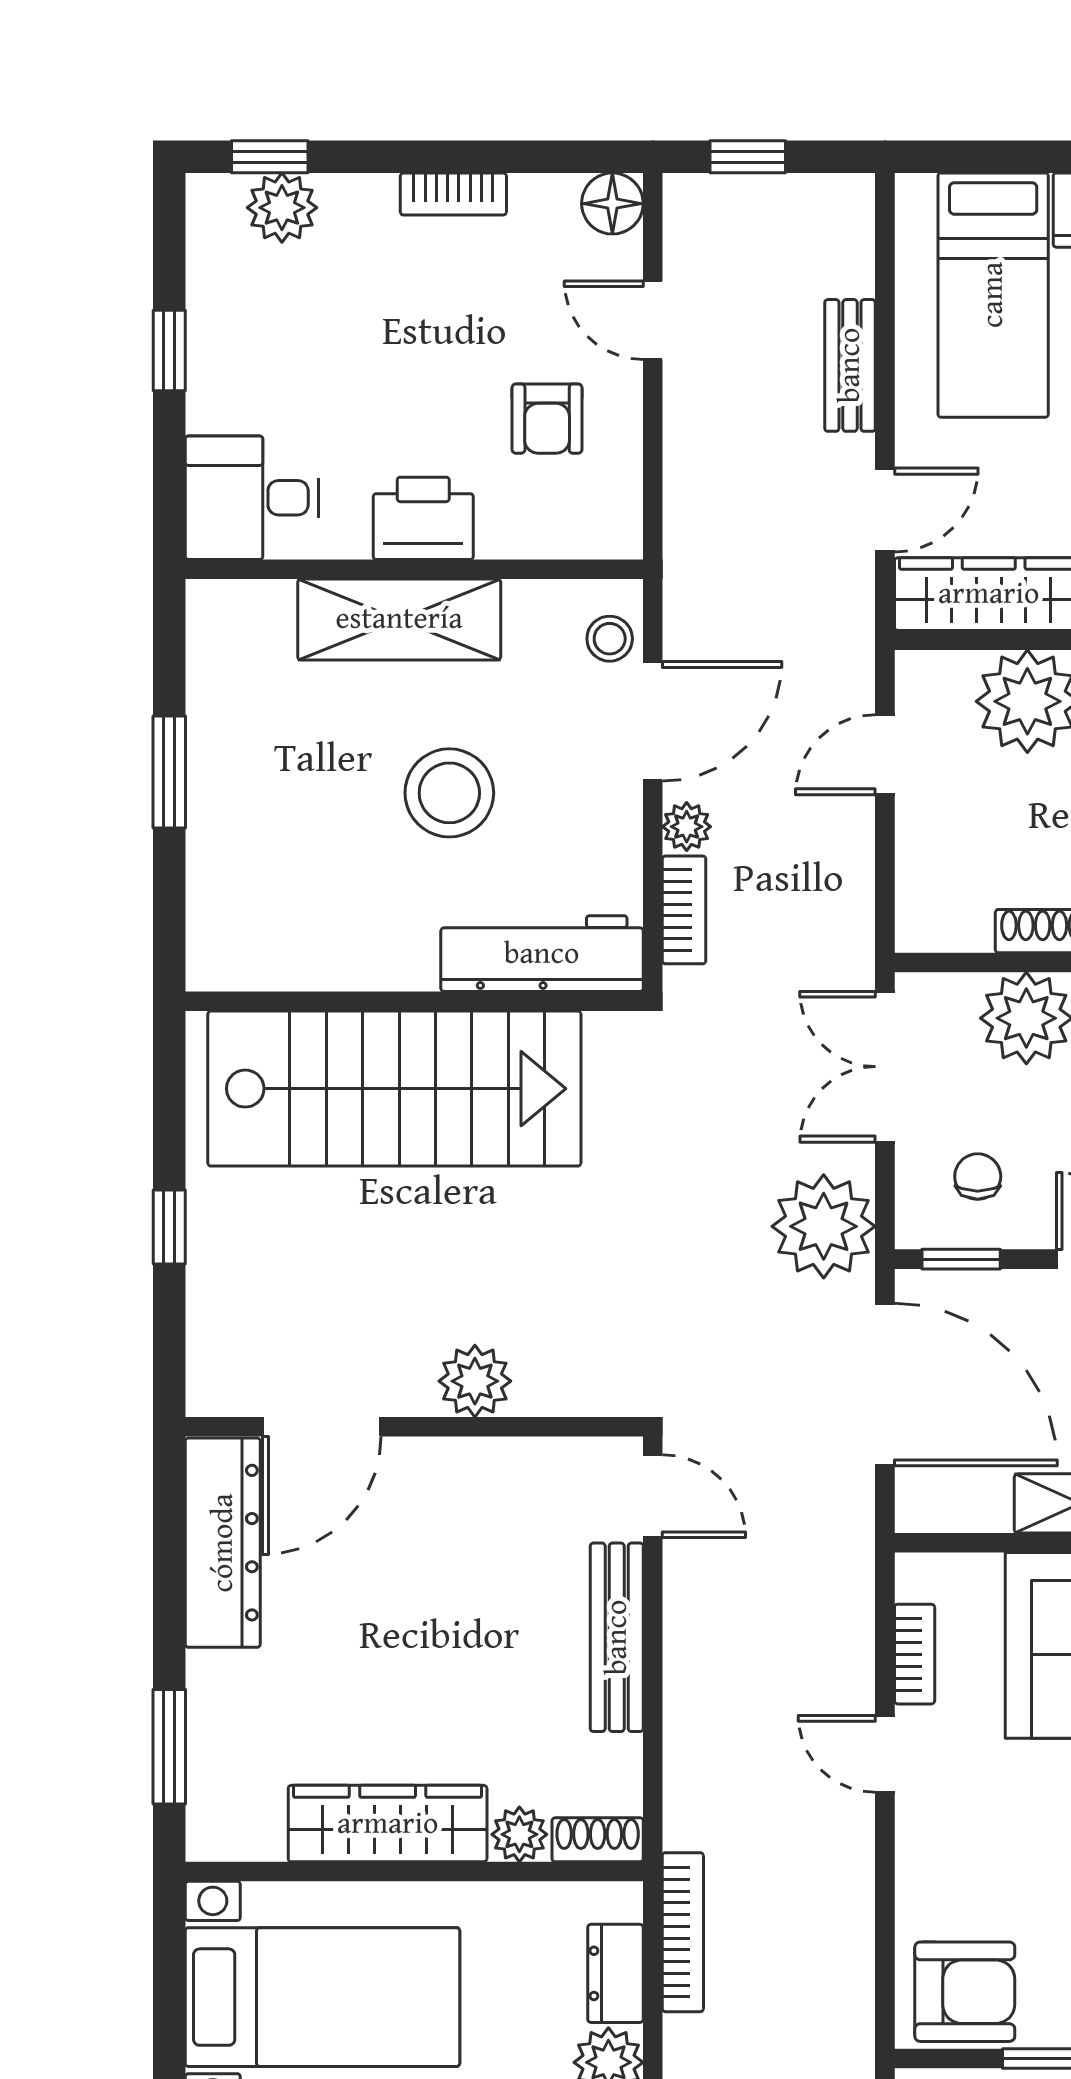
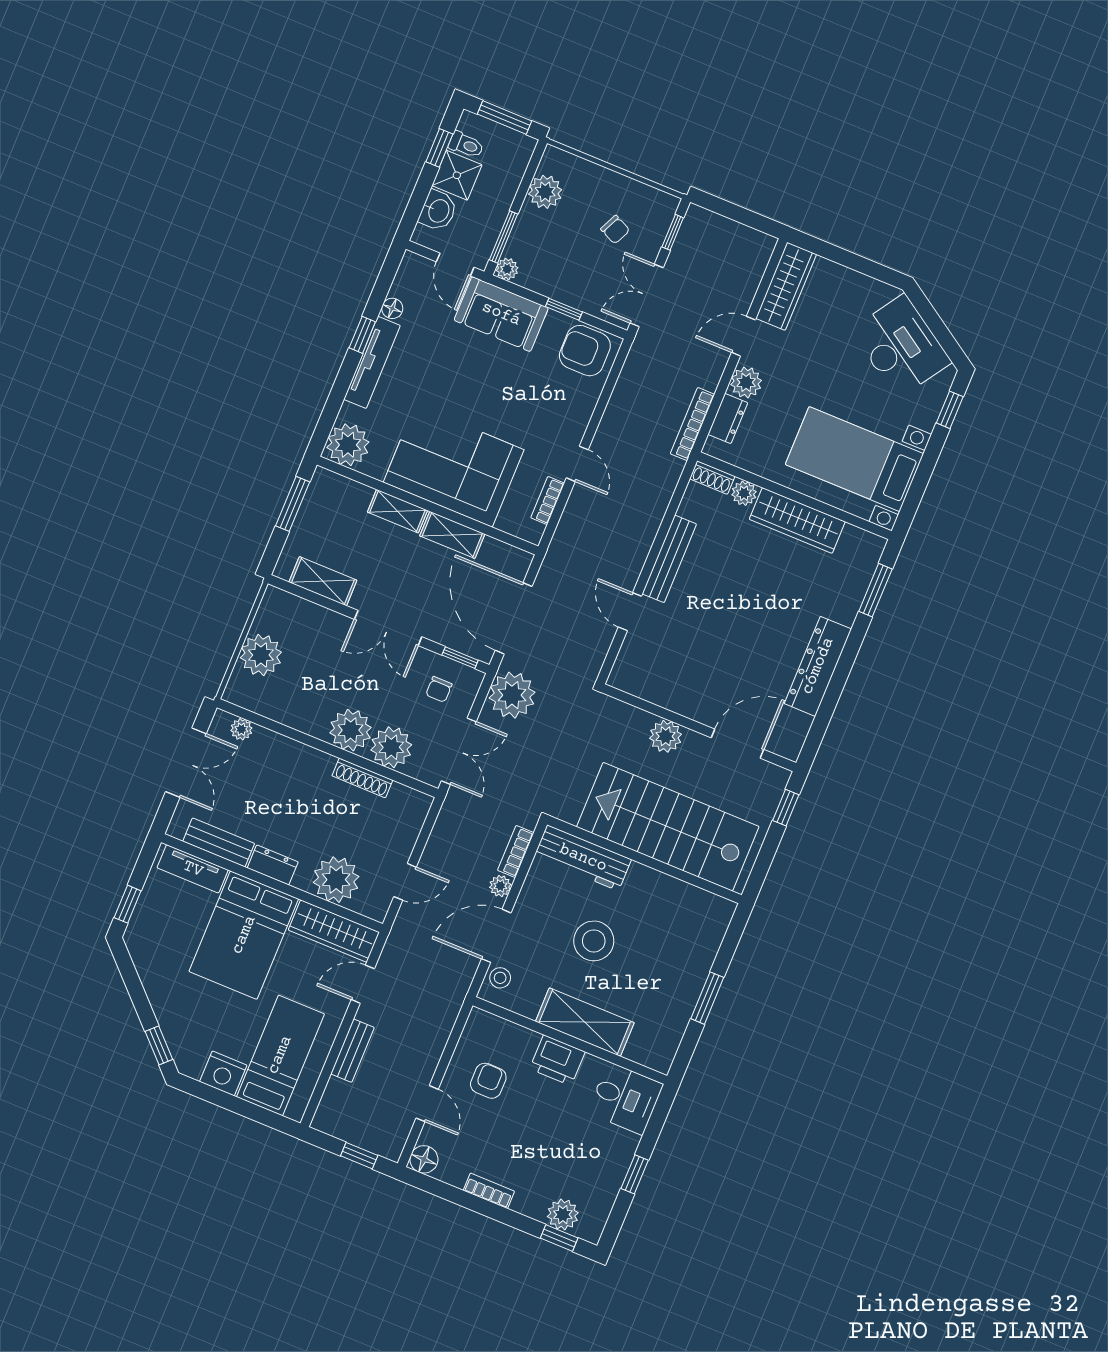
plant: (475, 1381) -> (666, 736), moved
door: (322, 1427) -> (738, 744), moved
wall: (414, 1427) -> (699, 728), moved

